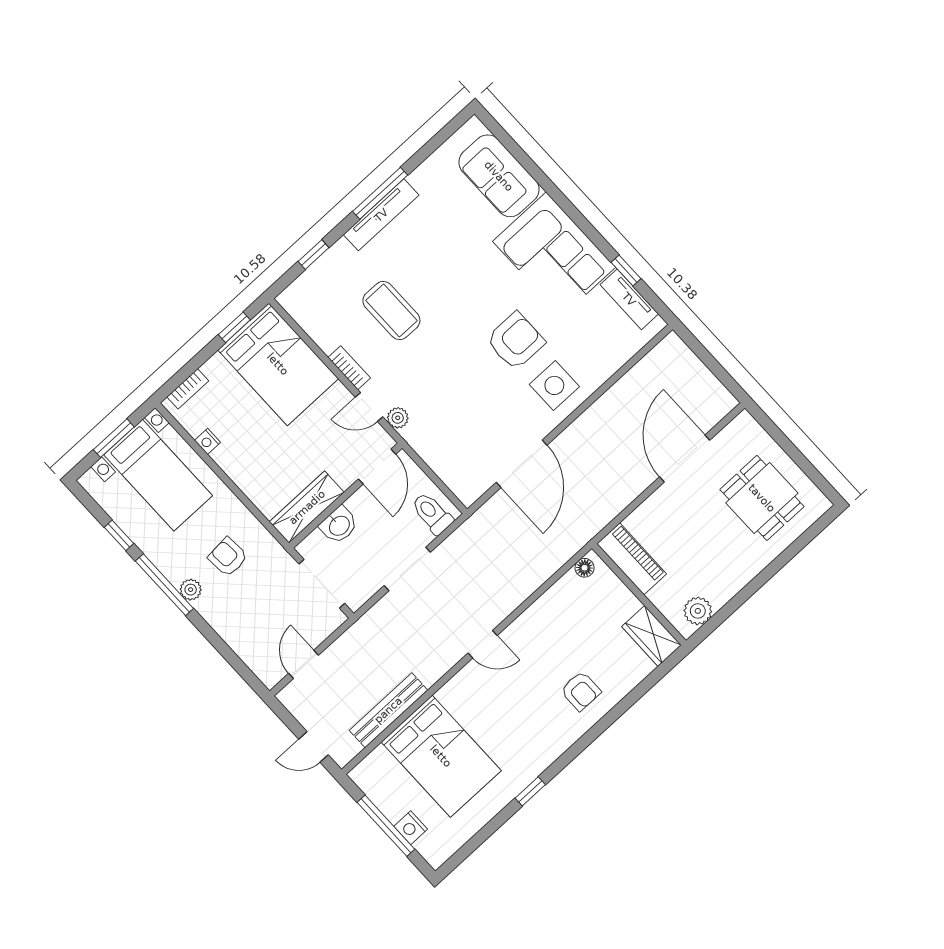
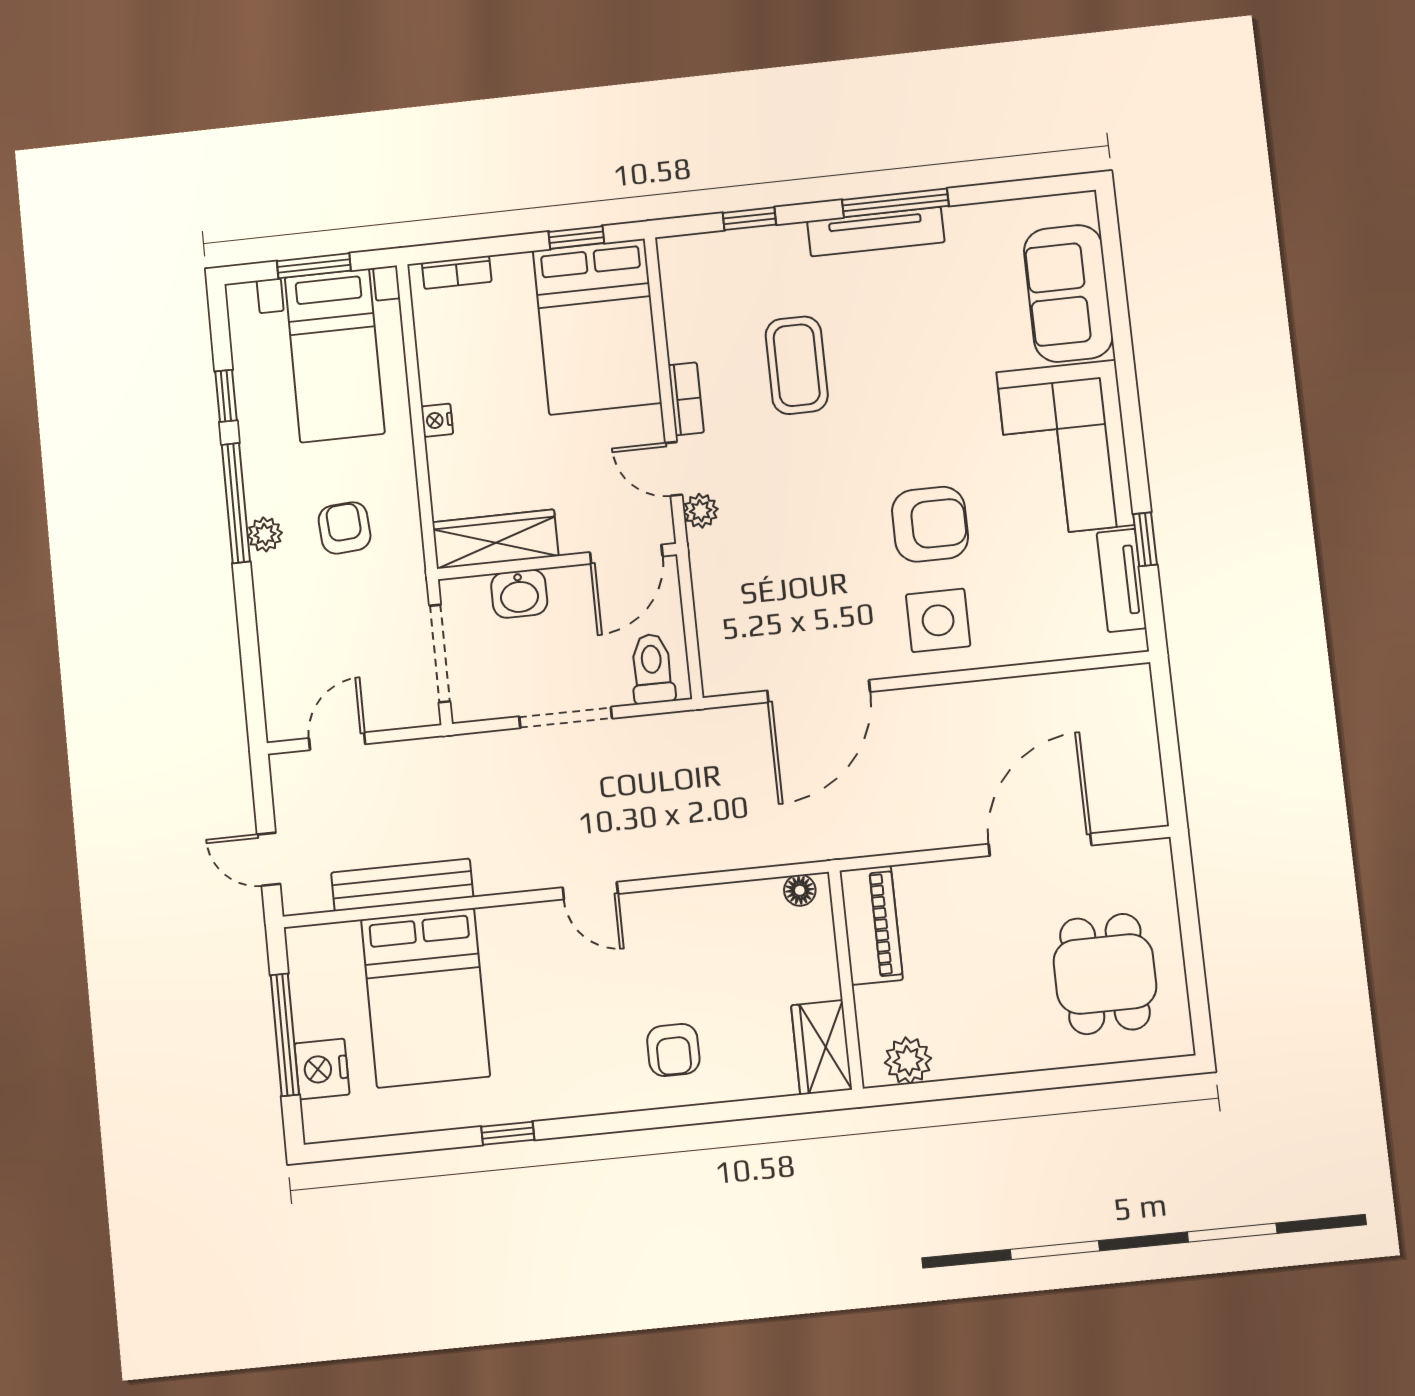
nightstand: (208, 441) -> (437, 420), moved
nightstand: (411, 828) -> (322, 1069), width x1.36, depth x1.33

